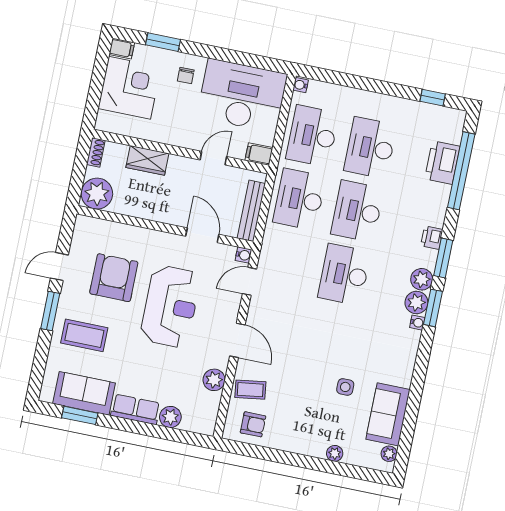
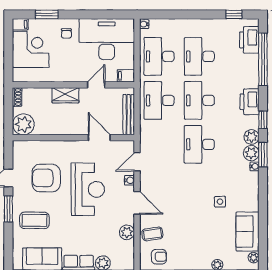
wardrobe: (147, 160) -> (65, 95), moved
printer: (442, 163) -> (249, 40), moved
printer: (432, 238) -> (249, 102), width x1.87, depth x1.48
water cooler: (243, 255) -> (129, 180), moved
window: (443, 258) -> (263, 120), width x0.67
armchair: (114, 278) -> (46, 178), turned -90
side table: (345, 387) -> (220, 202), moved

